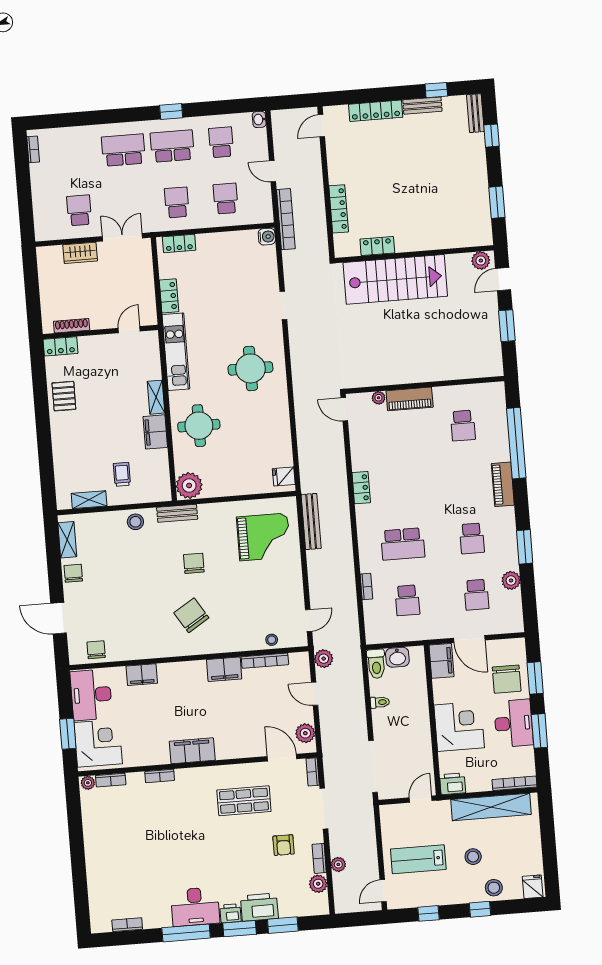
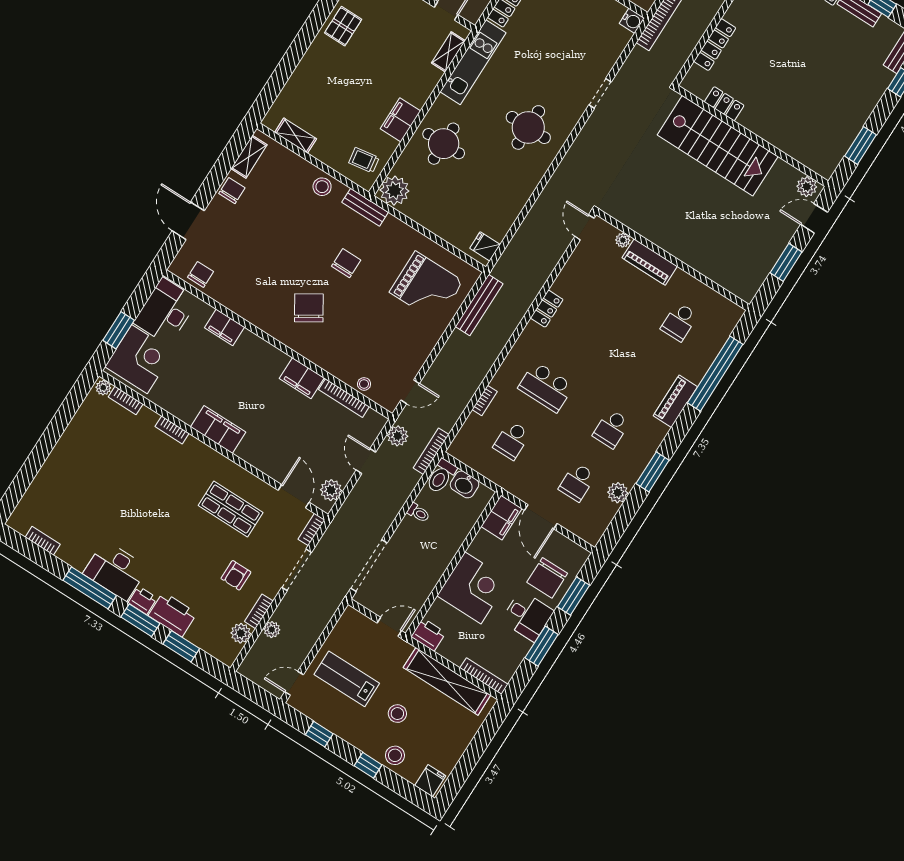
shelving: (156, 397) -> (448, 52), moved
trolley: (122, 474) -> (364, 160), moved, turned -99
bookcase: (356, 652) -> (431, 451), added
desk: (514, 723) -> (527, 616), width x0.73

